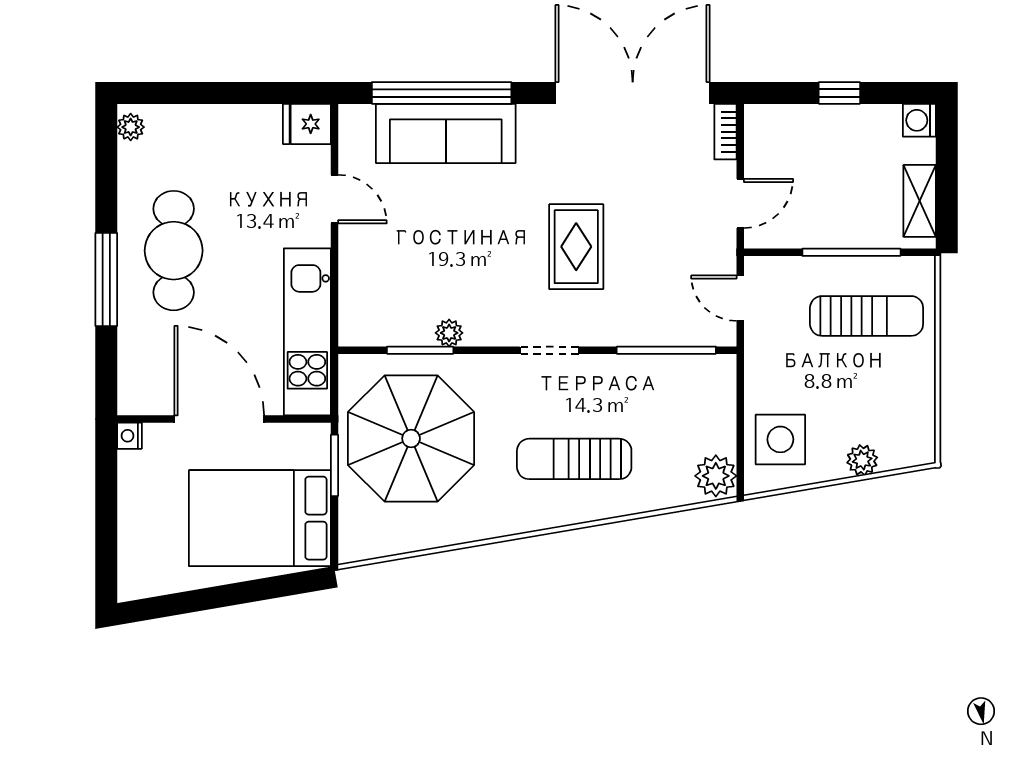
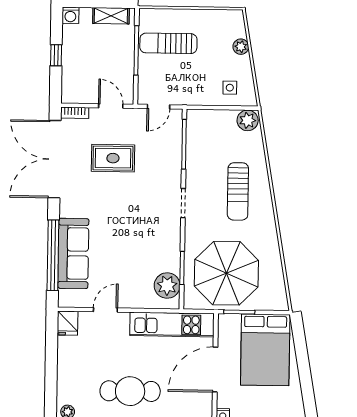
rug: (576, 247) -> (113, 158), moved
sun lounger: (867, 316) -> (168, 43), turned -90
plant: (449, 333) -> (167, 286), moved, width x1.87, depth x1.87
side table: (780, 439) -> (230, 88), width x0.54, depth x0.54

